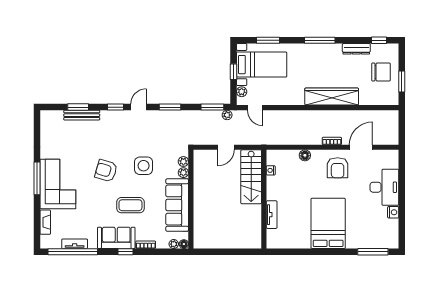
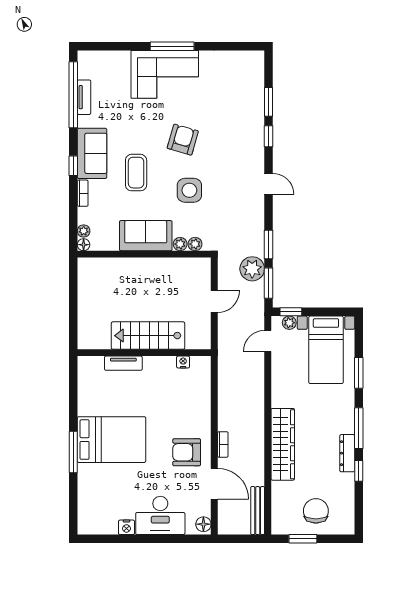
window: (268, 40) -> (359, 373), moved
window: (379, 40) -> (359, 471), moved
dresser: (356, 49) -> (347, 453), moved
window: (234, 72) -> (291, 312), moved
chair: (381, 72) -> (316, 511), turned 180
window: (116, 107) -> (269, 136), moved
window: (170, 107) -> (269, 245), moved
bench: (82, 115) -> (258, 511), moved
plant: (227, 115) -> (252, 269), moved, width x1.88, depth x1.88
door: (226, 147) -> (214, 302), swing flipped
floor lamp: (305, 155) -> (203, 524), moved
stairs: (251, 177) -> (148, 336), moved
sofa: (177, 205) -> (146, 236), width x0.73
fireplace: (45, 222) -> (113, 58), removed
window: (373, 252) -> (73, 452), moved

